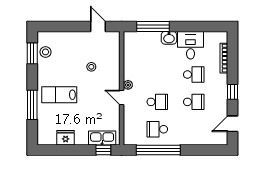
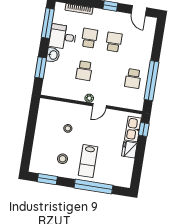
door: (98, 26) -> (33, 117), removed
window: (153, 26) -> (41, 68), width x0.69
window: (203, 26) -> (48, 23), added
stool: (46, 52) -> (63, 159), moved
school desk: (157, 102) -> (84, 71), moved, turned 180
window: (32, 105) -> (93, 187), width x1.46
fridge: (66, 138) -> (129, 149), moved

